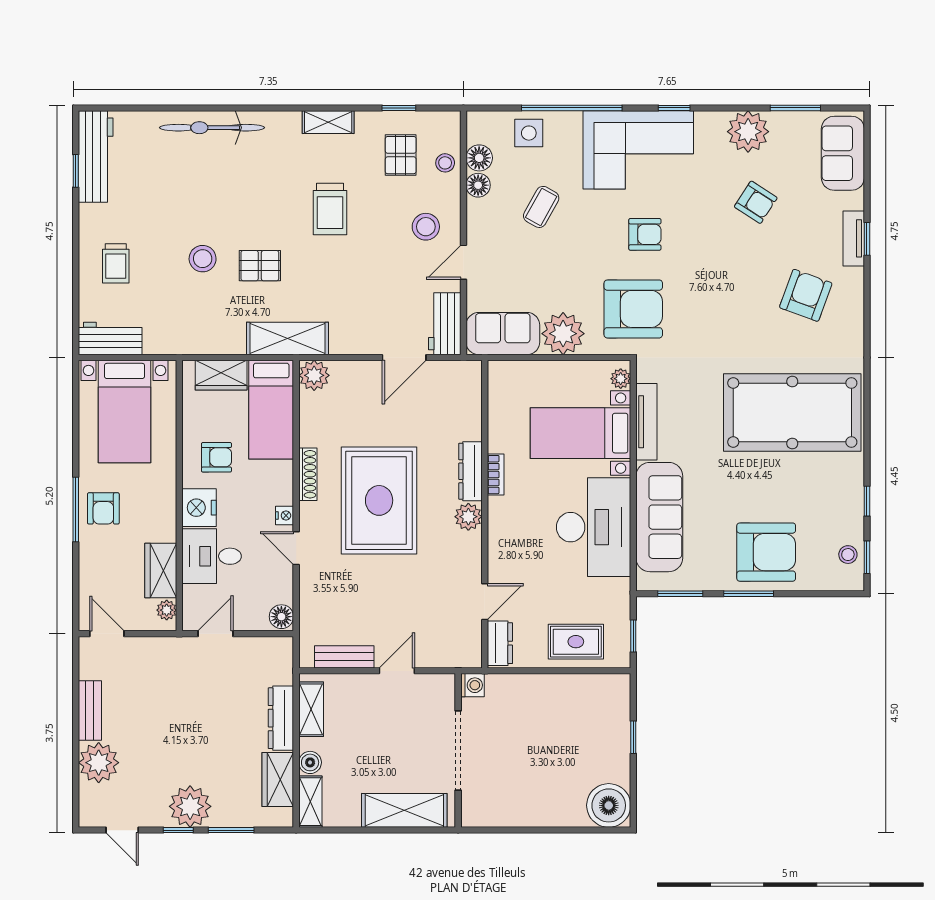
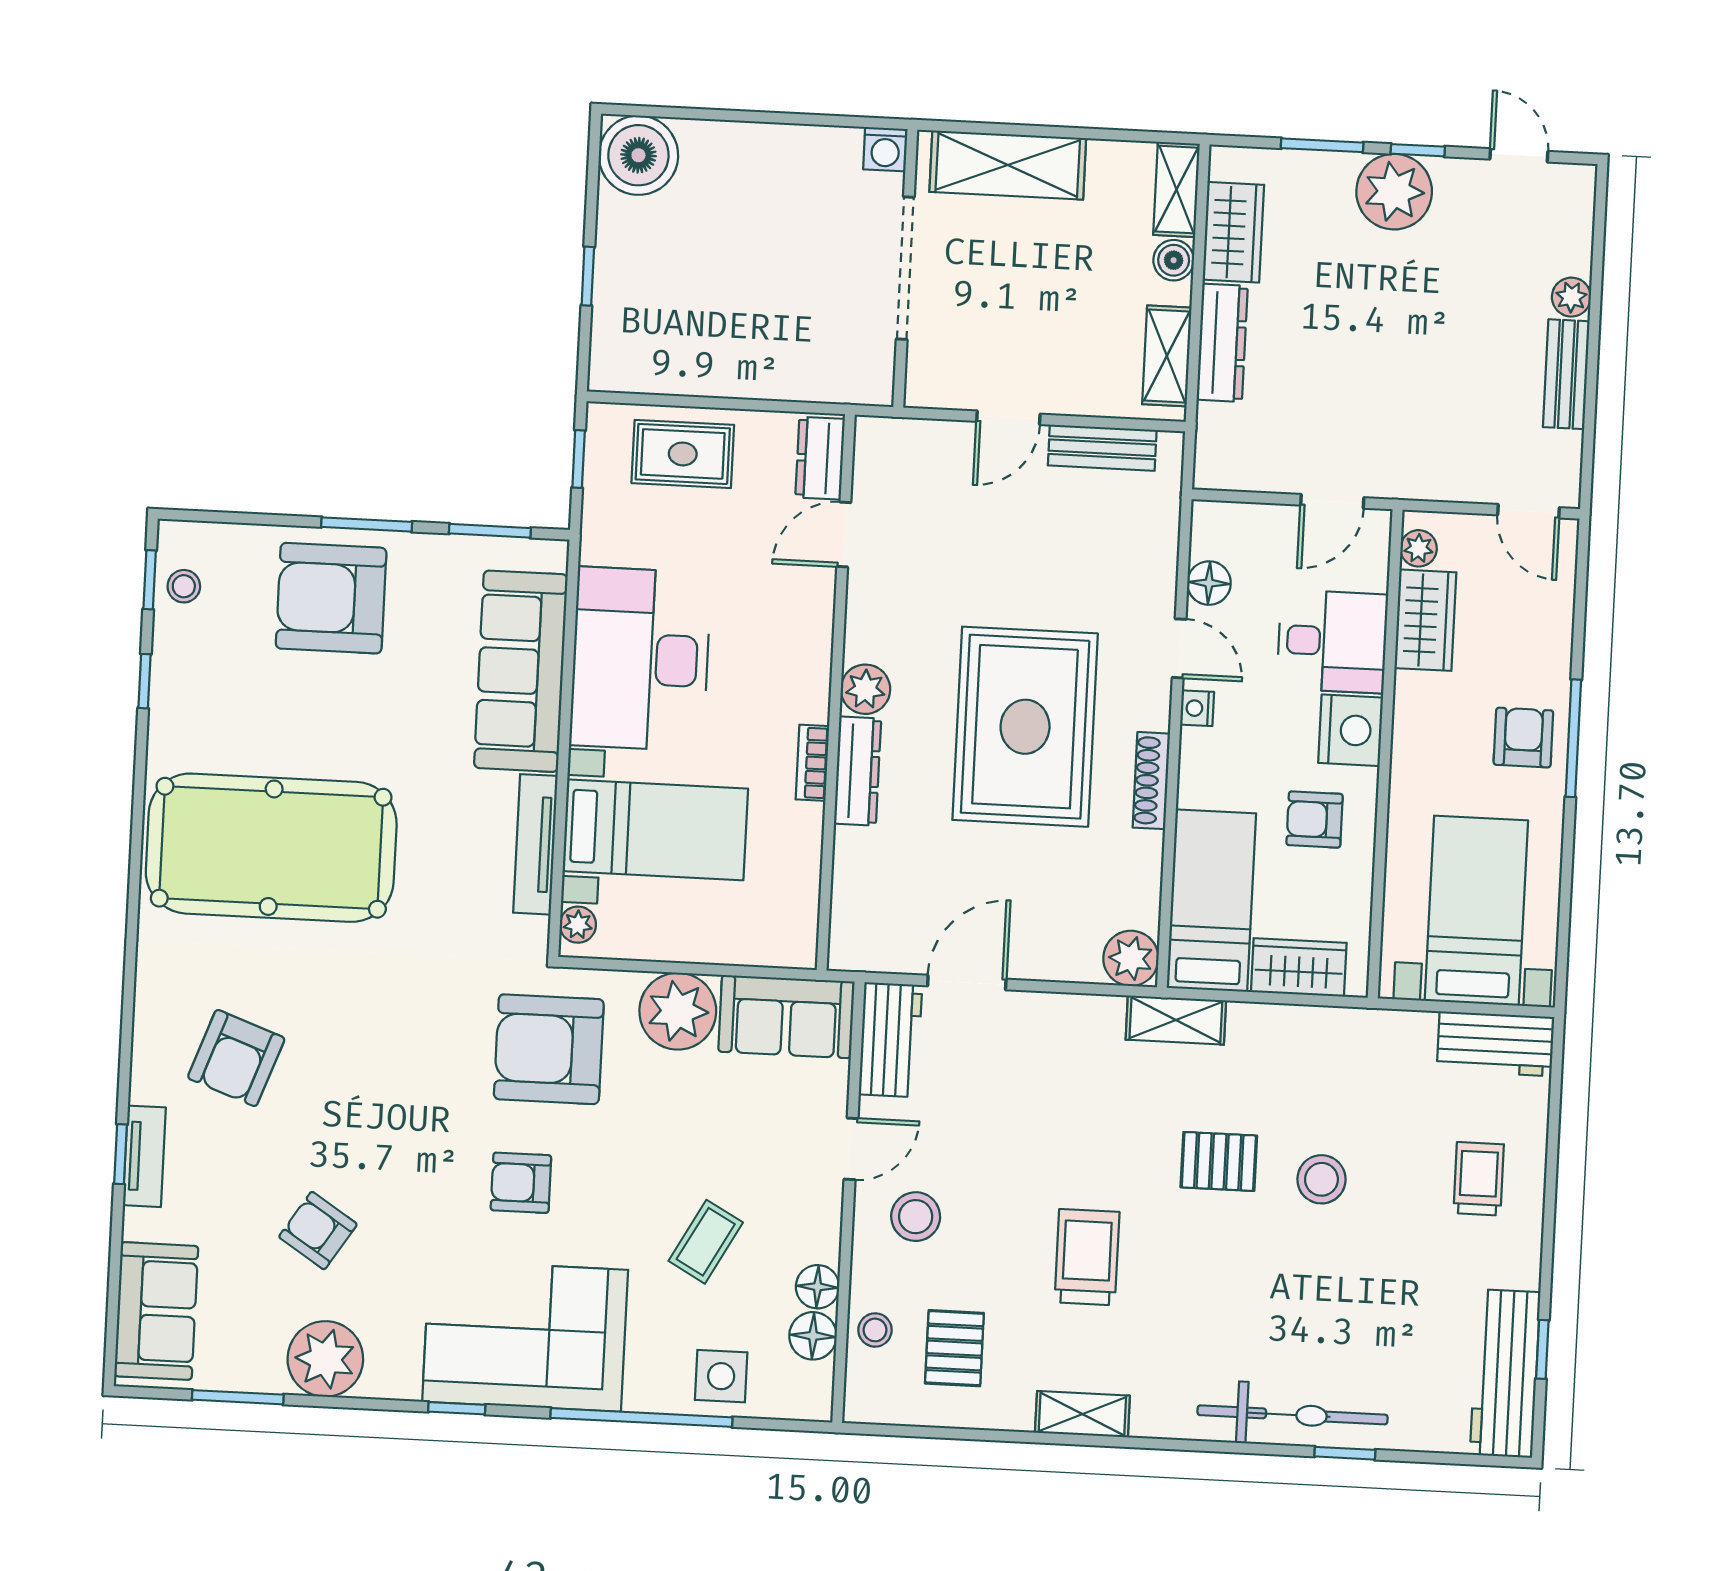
window: (399, 108) -> (1345, 1453), moved
shelving: (288, 338) -> (1176, 1020), width x0.67, depth x0.75
floor lamp: (281, 617) -> (1209, 583), moved
washing machine: (472, 685) -> (885, 149), moved, turned -90
plant: (99, 763) -> (1571, 297), width x0.53, depth x0.53

